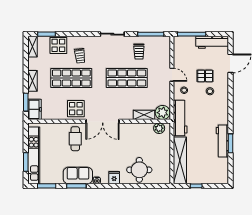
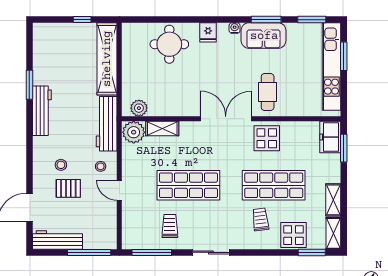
shelving: (33, 81) -> (333, 200), moved
workbench: (222, 141) -> (42, 111), moved

